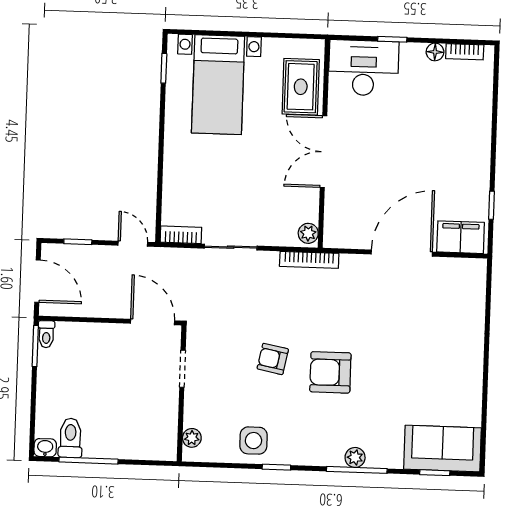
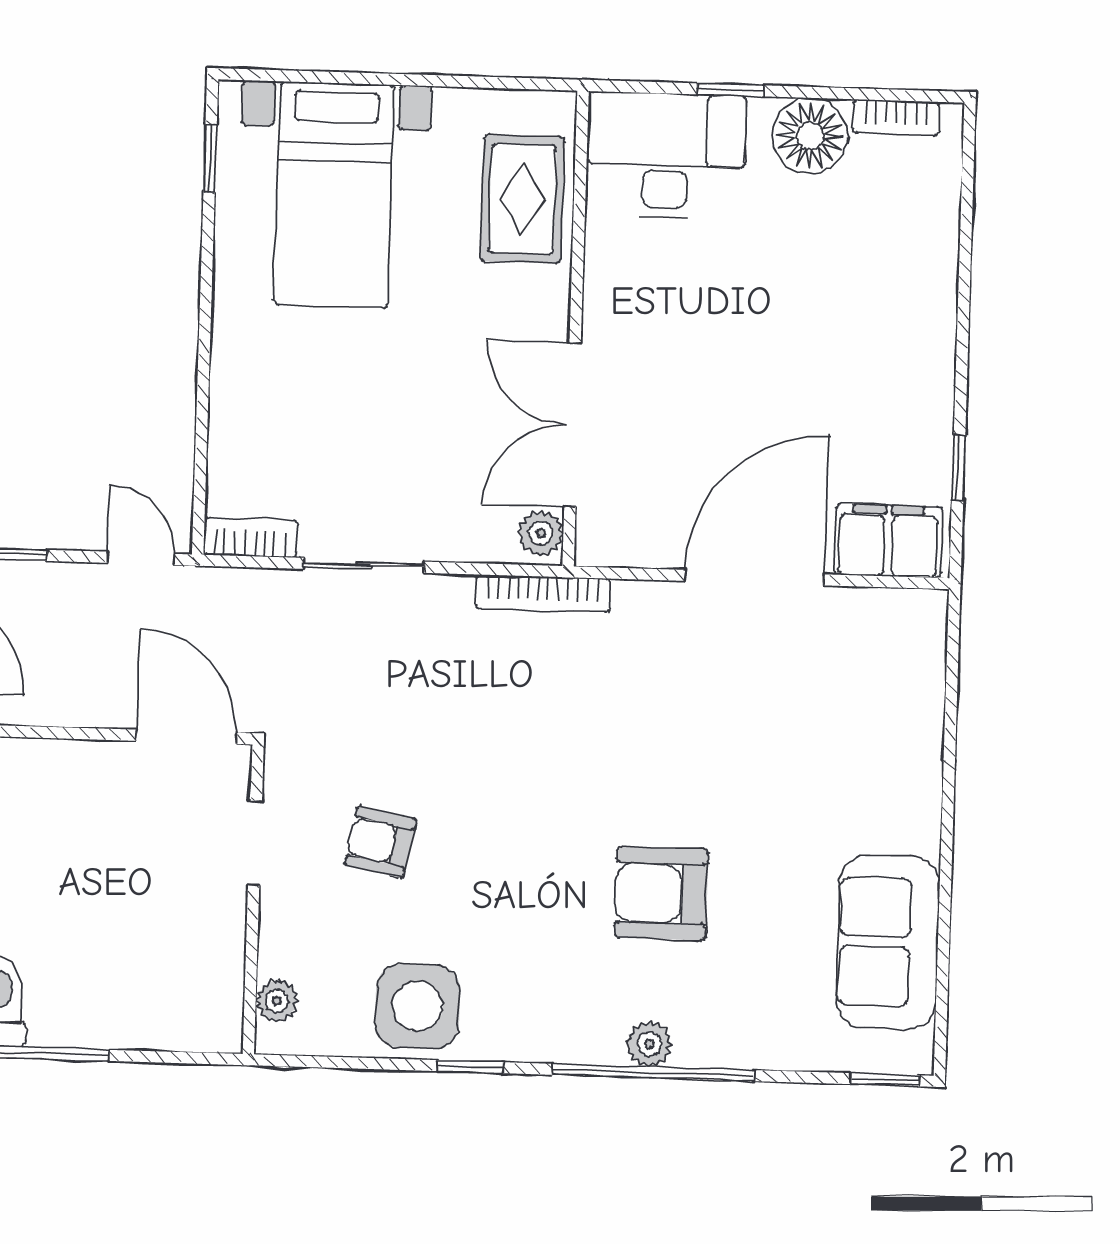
floor lamp: (435, 52) -> (810, 136), width x1.89, depth x1.89
double door: (324, 152) -> (573, 425), moved
armchair: (273, 359) -> (380, 842), moved
armchair: (330, 372) -> (661, 893), moved
side table: (253, 441) -> (418, 1006), width x1.37, depth x1.37
sofa: (442, 448) -> (888, 942), moved, turned -90
window: (357, 470) -> (653, 1072), width x1.46
window: (435, 473) -> (885, 1080), moved

